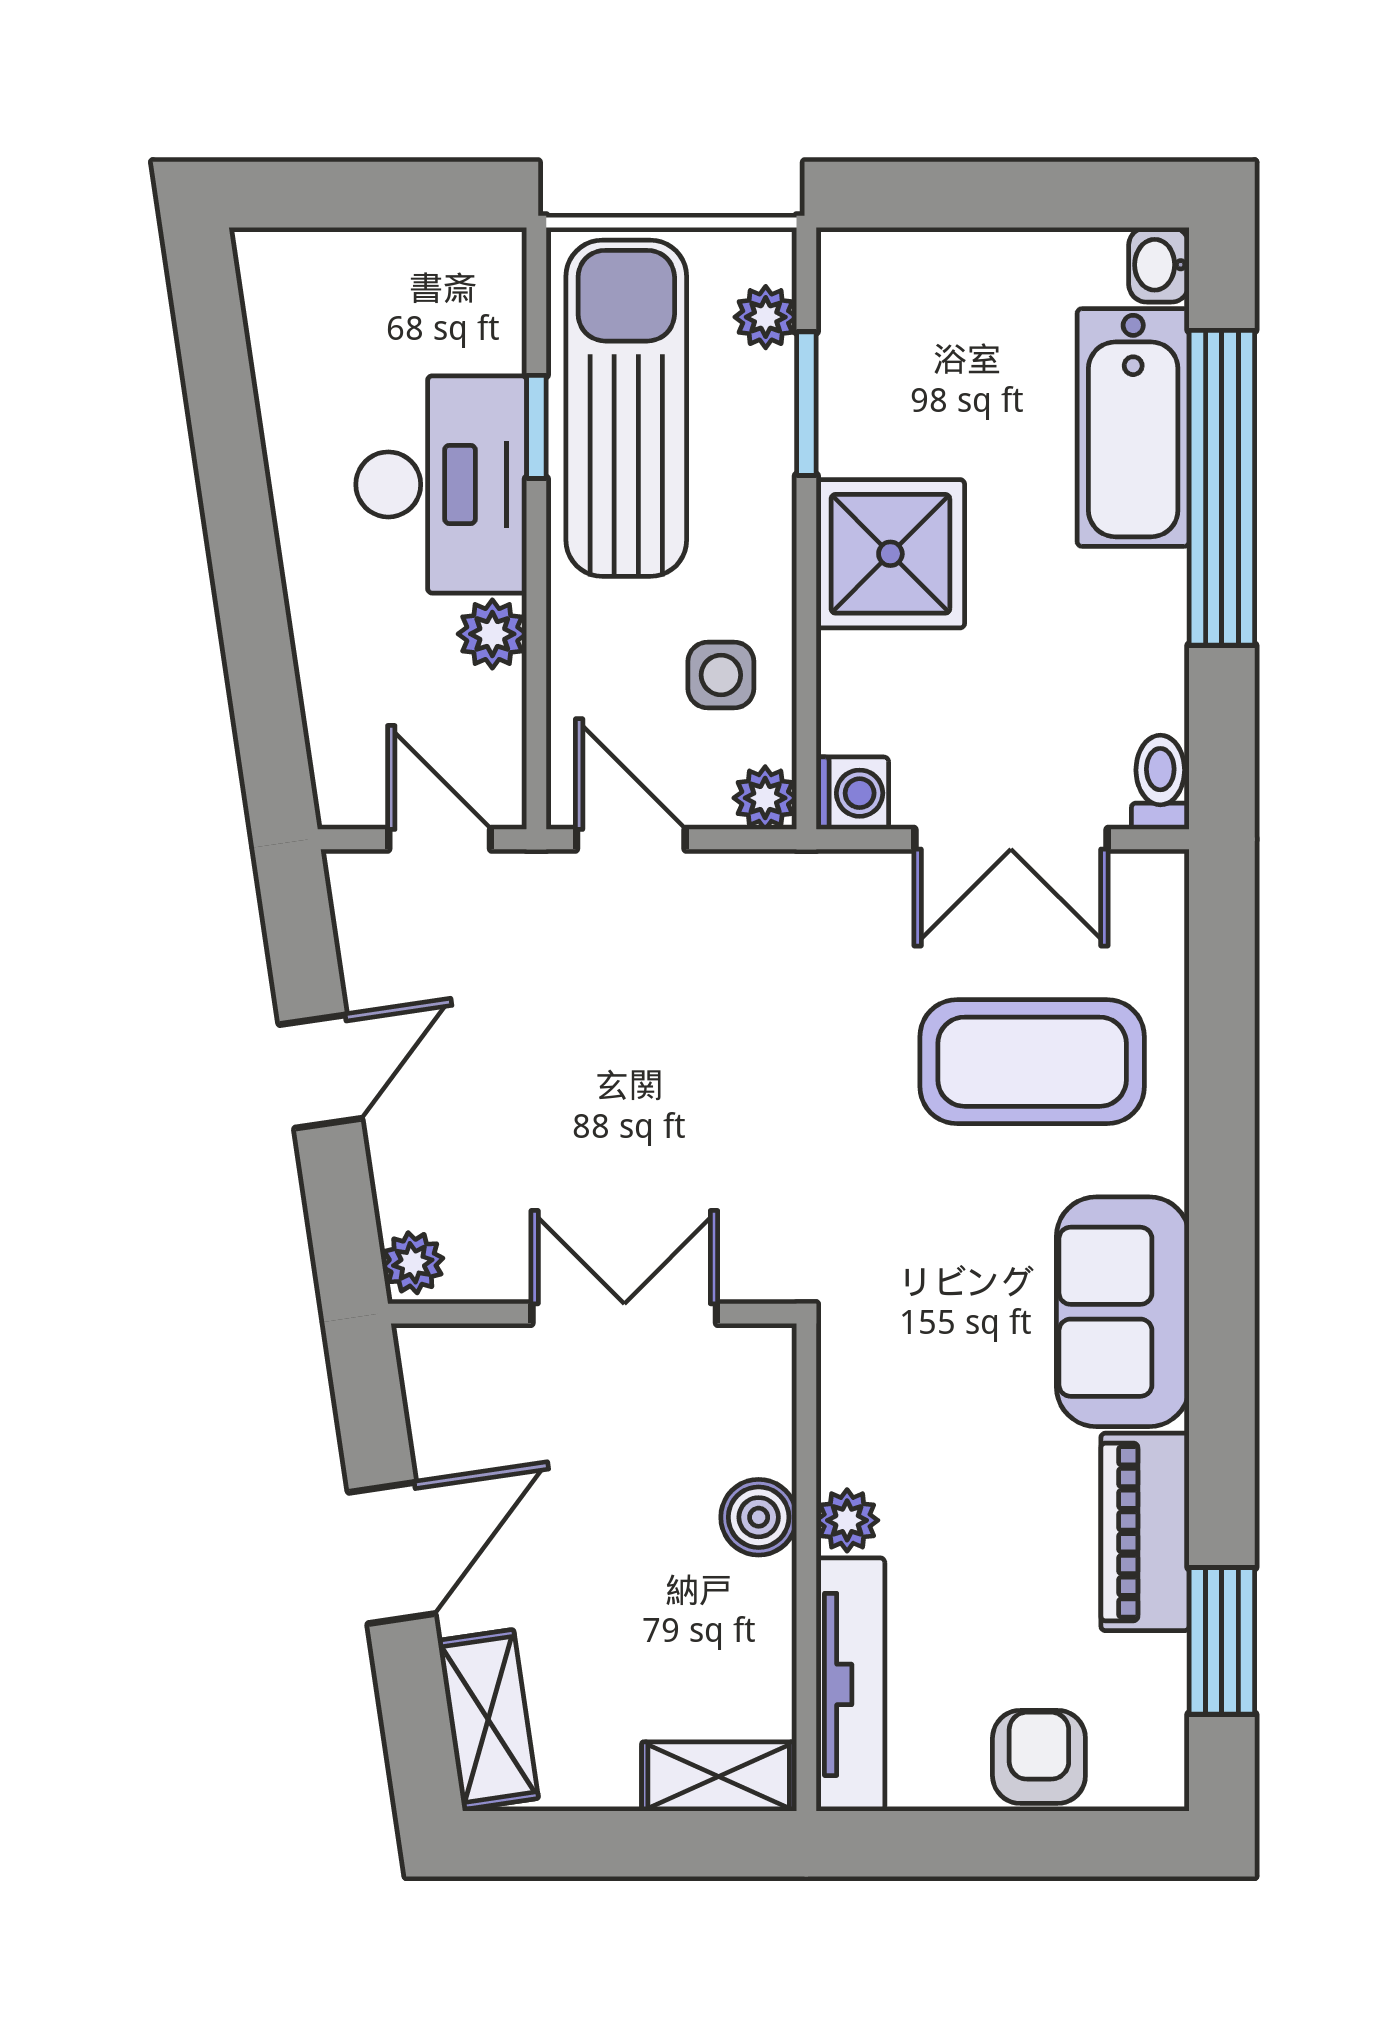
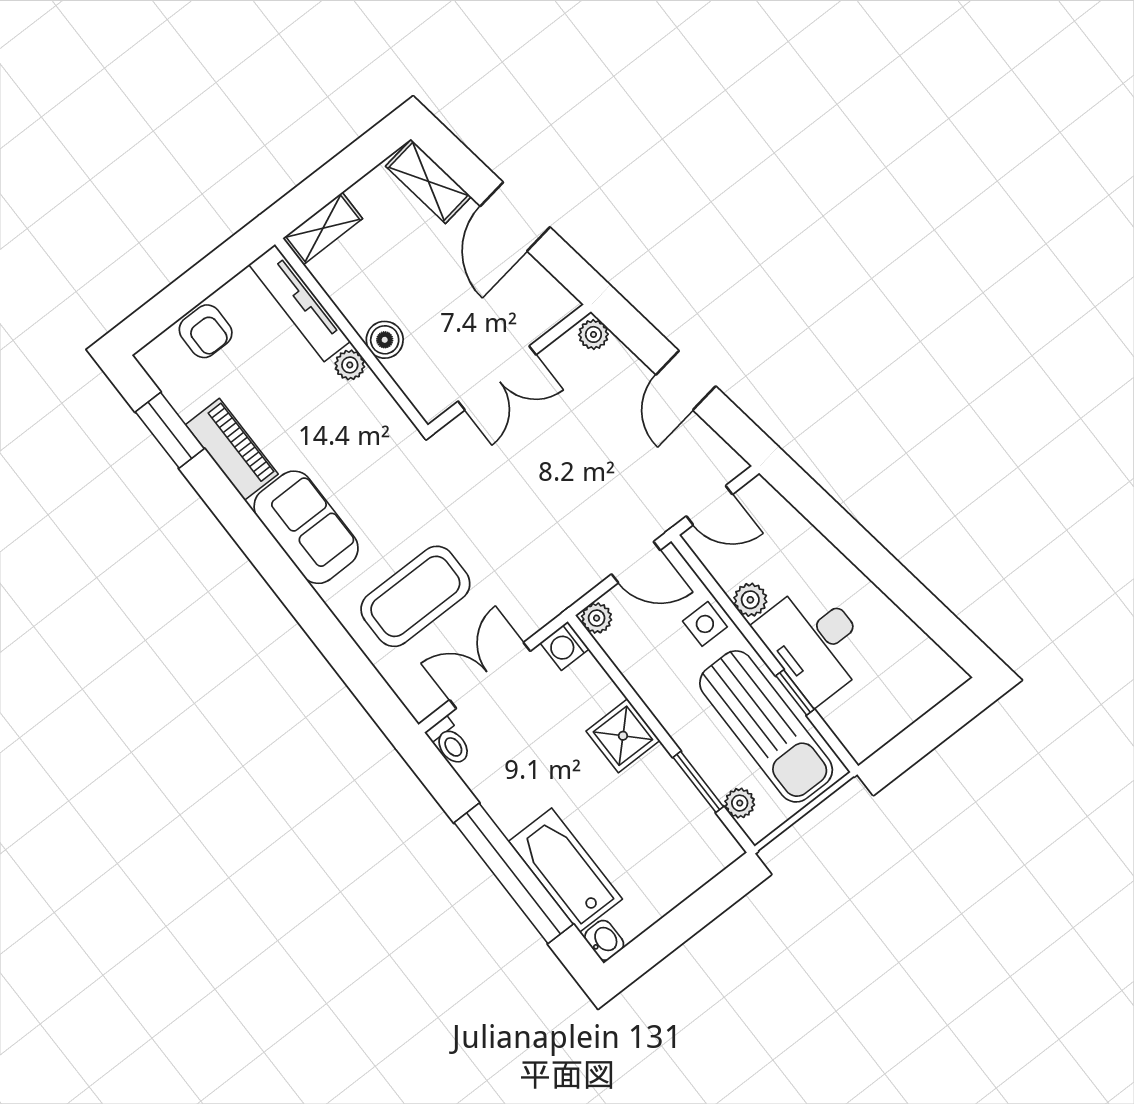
shower: (890, 554) -> (623, 736), width x0.73, depth x0.73
side table: (721, 675) -> (705, 624), moved

